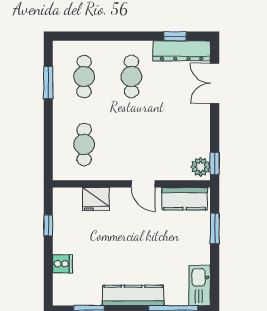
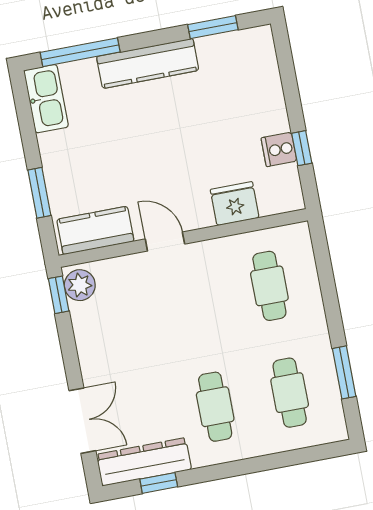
cooker: (62, 264) -> (279, 149), moved

